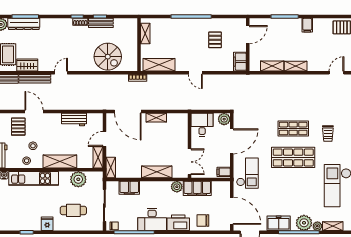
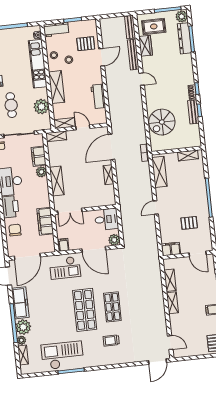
plant: (177, 187) -> (41, 172), moved
freezer: (279, 223) -> (20, 303), width x1.40

